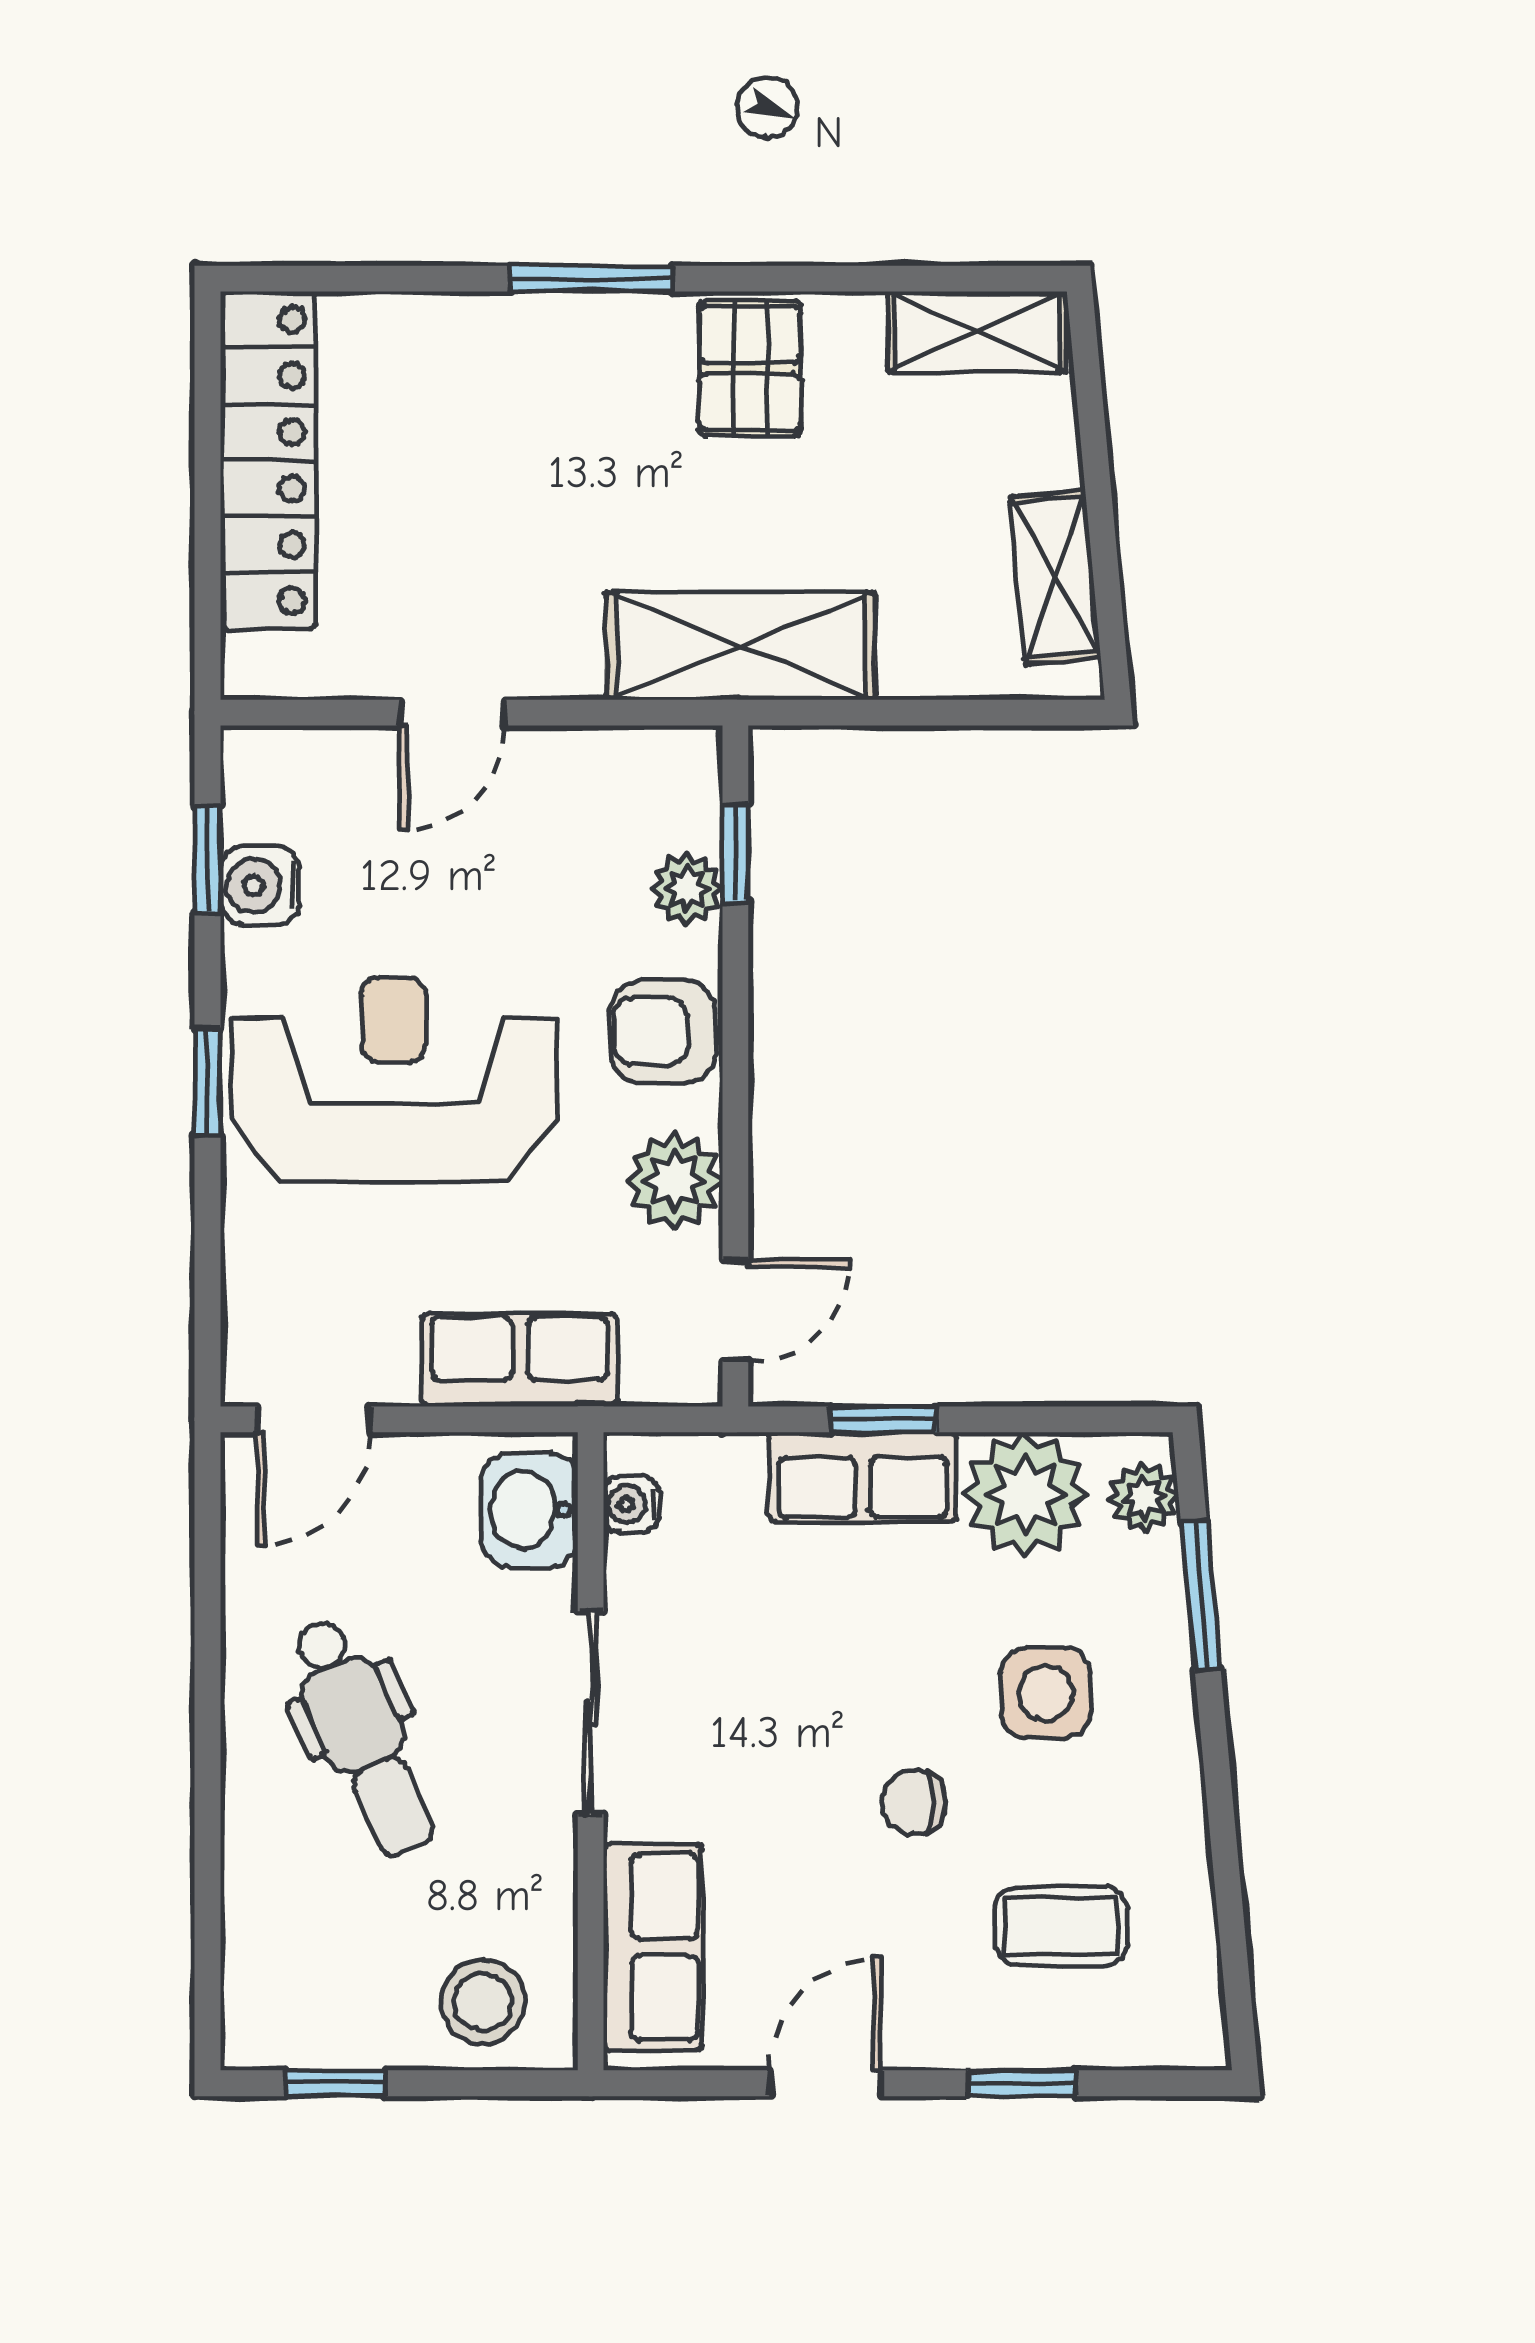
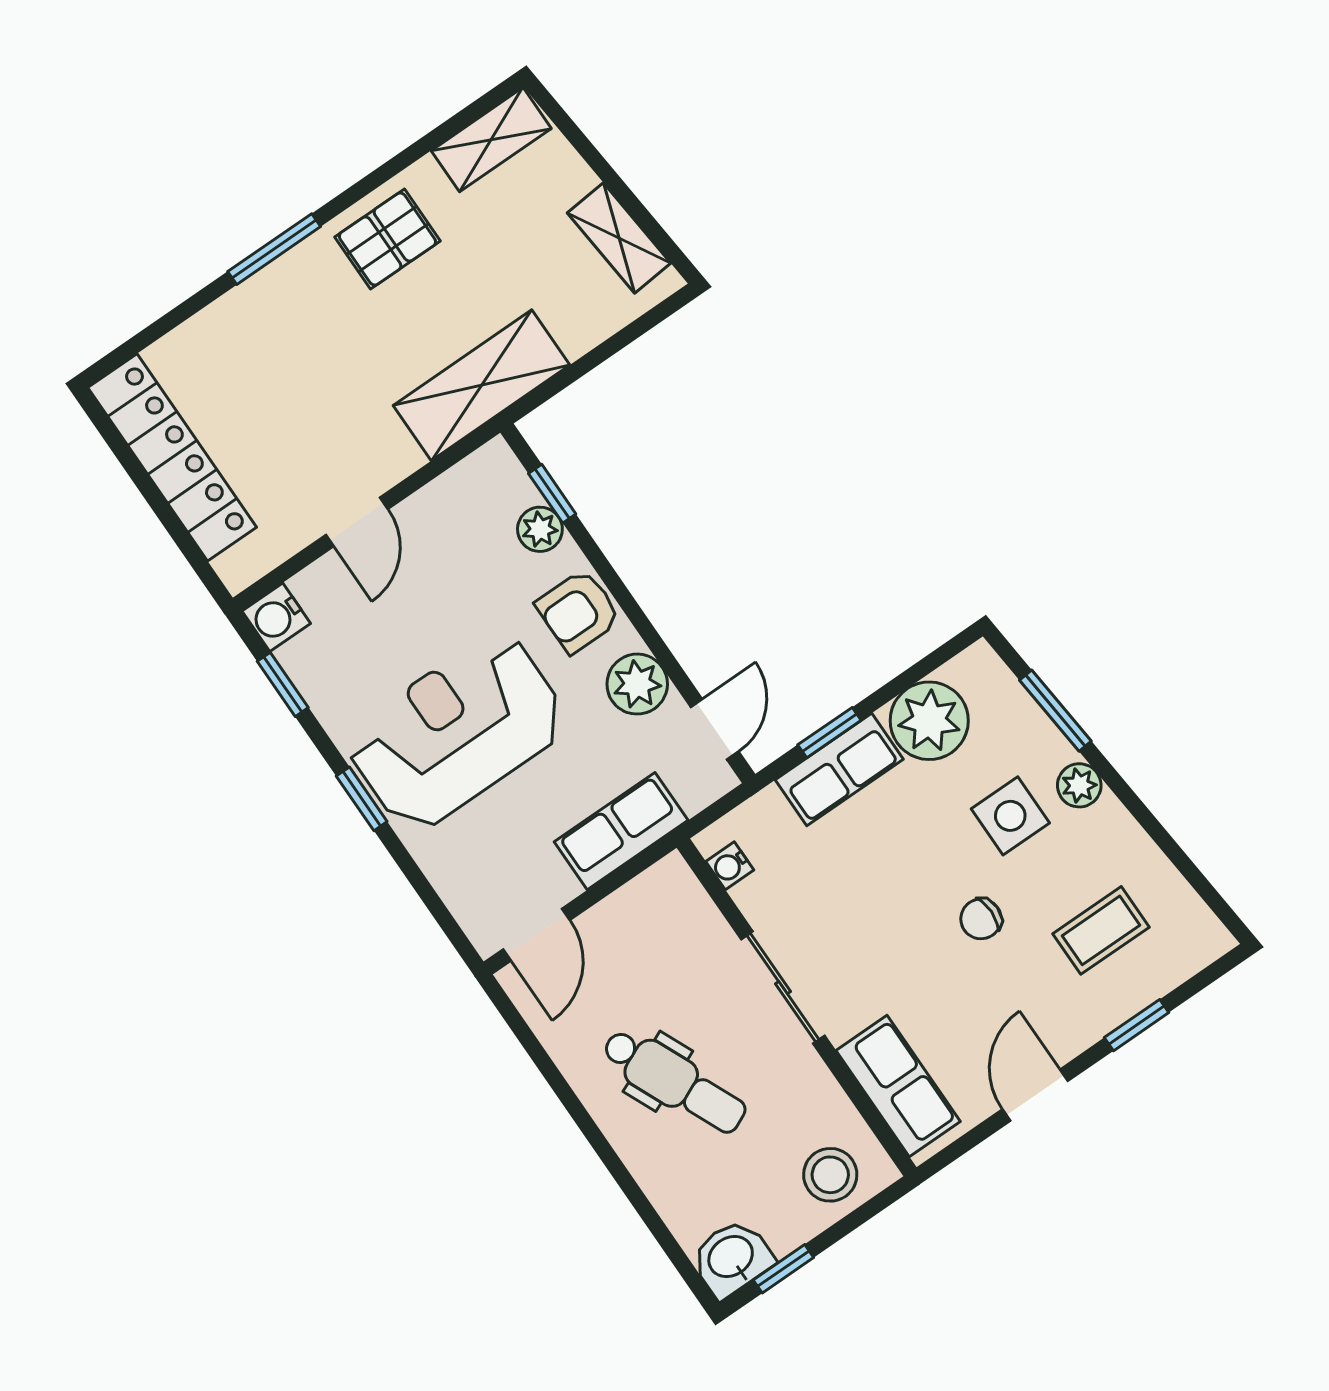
pallet: (750, 368) -> (387, 239), turned 90
water cooler: (260, 885) -> (276, 617), moved
plant: (1144, 1498) -> (1079, 785), moved
washbasin: (529, 1510) -> (732, 1258), moved, turned 90

